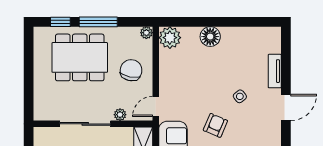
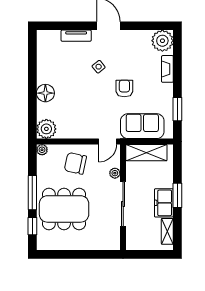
dining table: (80, 57) -> (64, 209), turned 90
door: (156, 106) -> (108, 141), hinge flipped
armchair: (215, 125) -> (124, 88), turned 67

